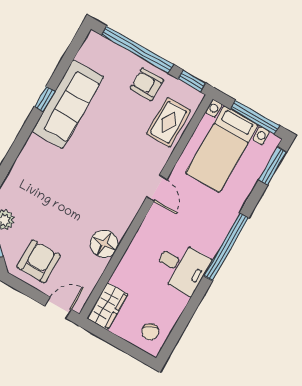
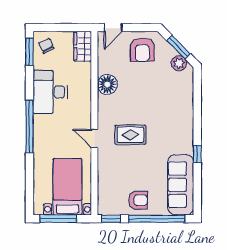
sofa: (68, 104) -> (181, 185), moved
rug: (169, 122) -> (130, 135), moved, turned 90
window: (273, 166) -> (29, 52), moved
desk: (182, 267) -> (50, 92), width x1.37

